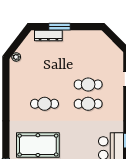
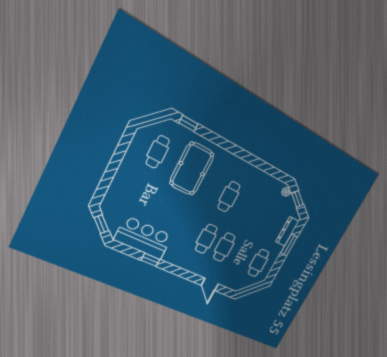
window: (17, 43) -> (298, 199), added
cafe table: (88, 46) -> (258, 263), added

